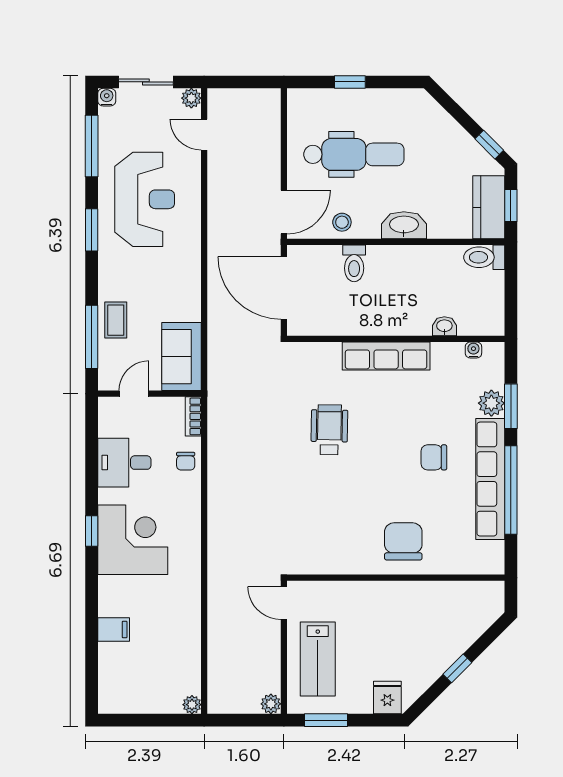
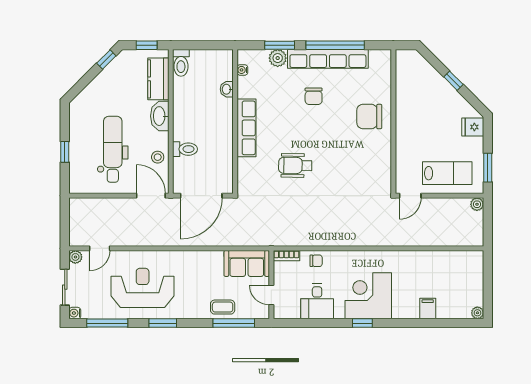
kitchen counter: (489, 207) -> (158, 79), moved, turned 90
plant: (192, 705) -> (477, 313), moved

